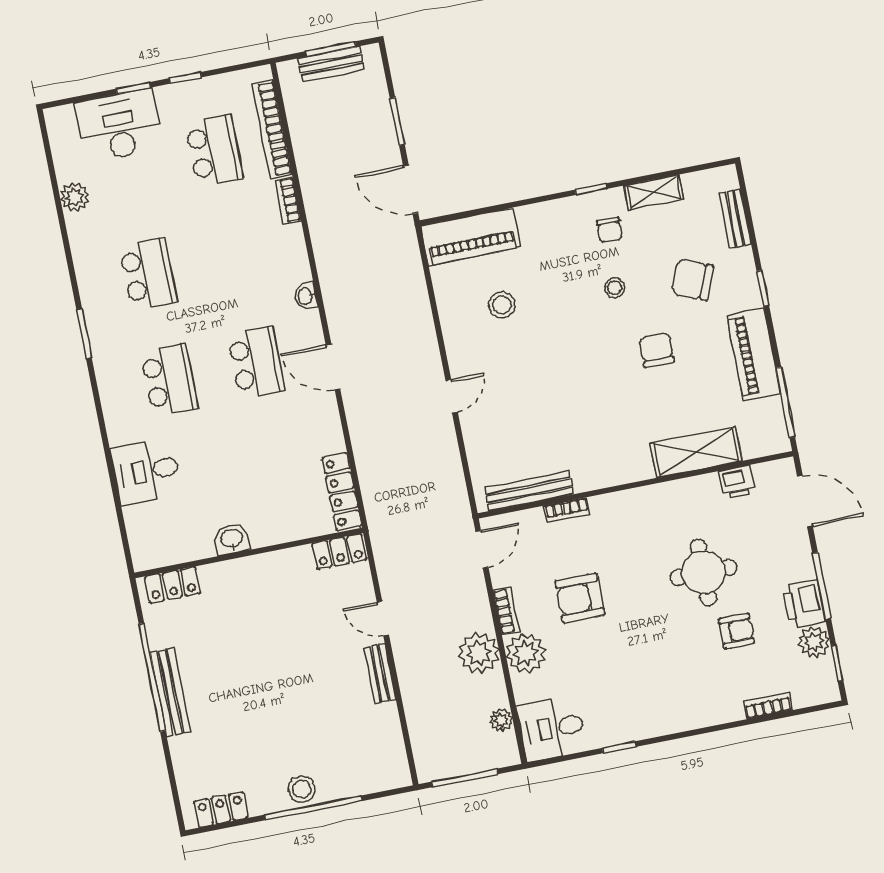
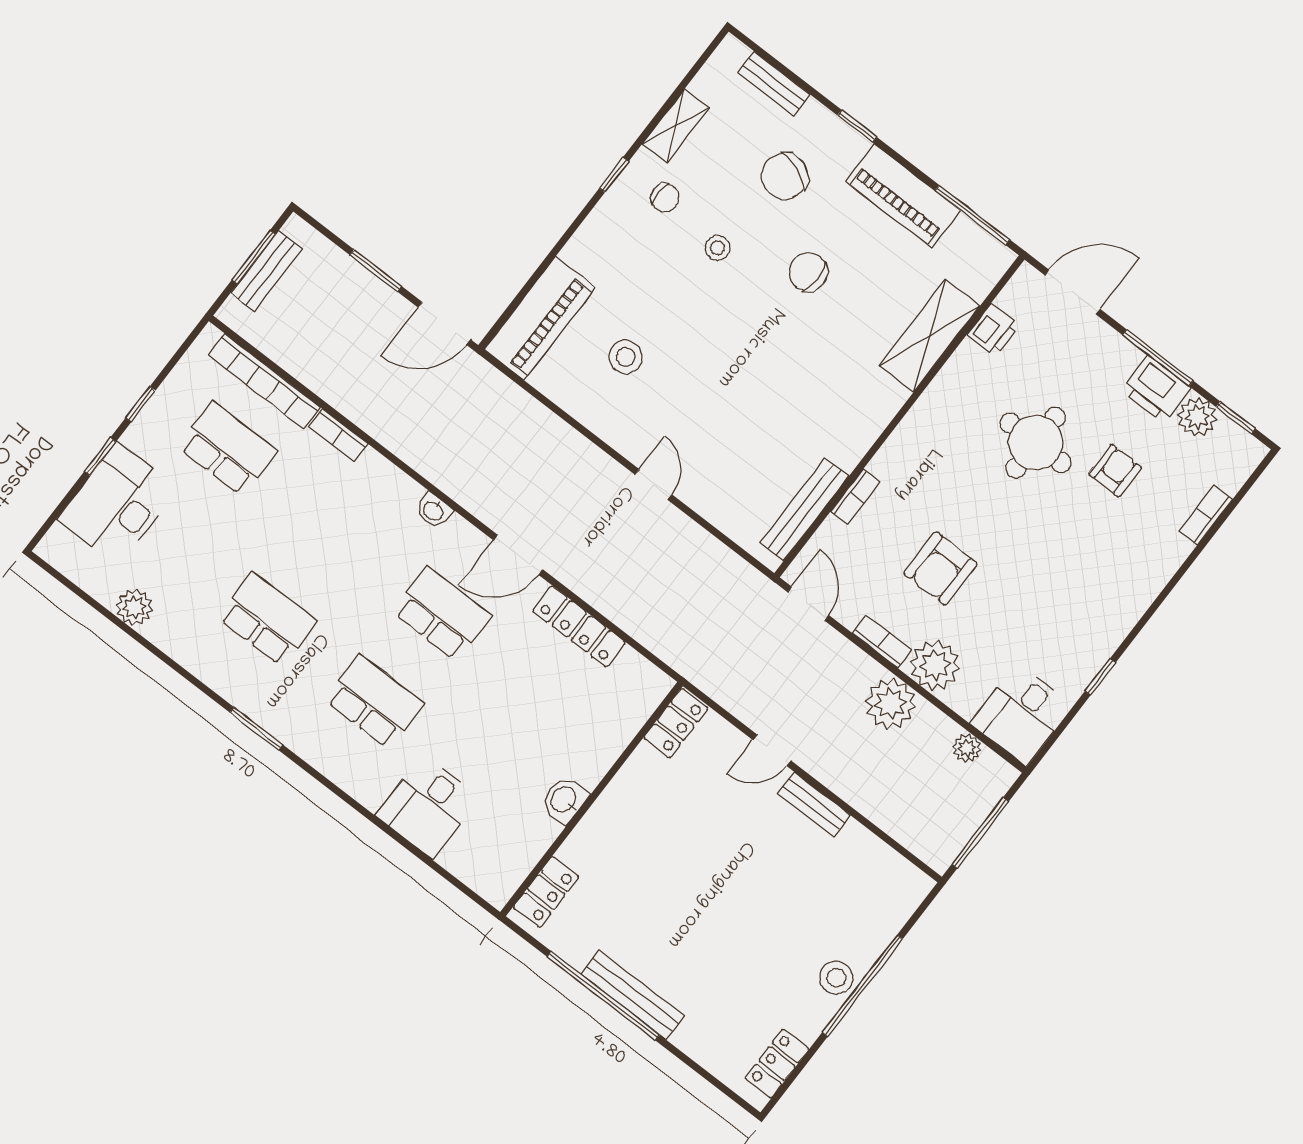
locker: (342, 492) -> (579, 626), moved

